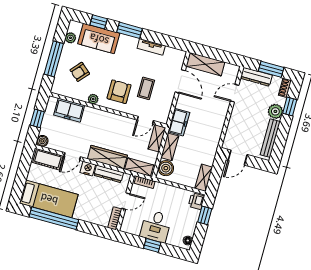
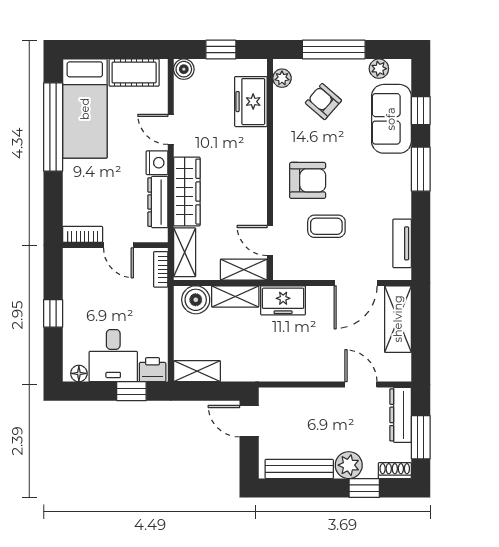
tv unit: (151, 47) -> (402, 243), moved
plant: (93, 99) -> (282, 78), moved
cot: (48, 159) -> (134, 73), moved, turned 90
desk: (156, 226) -> (113, 356), moved, turned -90

